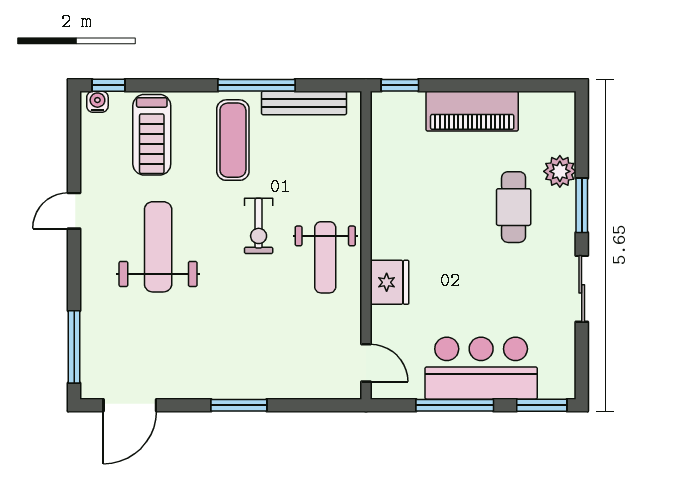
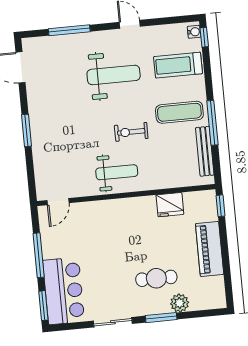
weight bench: (325, 257) -> (117, 172), turned 180
fridge: (390, 282) -> (170, 205), moved
window: (74, 347) -> (69, 30), moved
bar counter: (481, 368) -> (64, 291), moved

